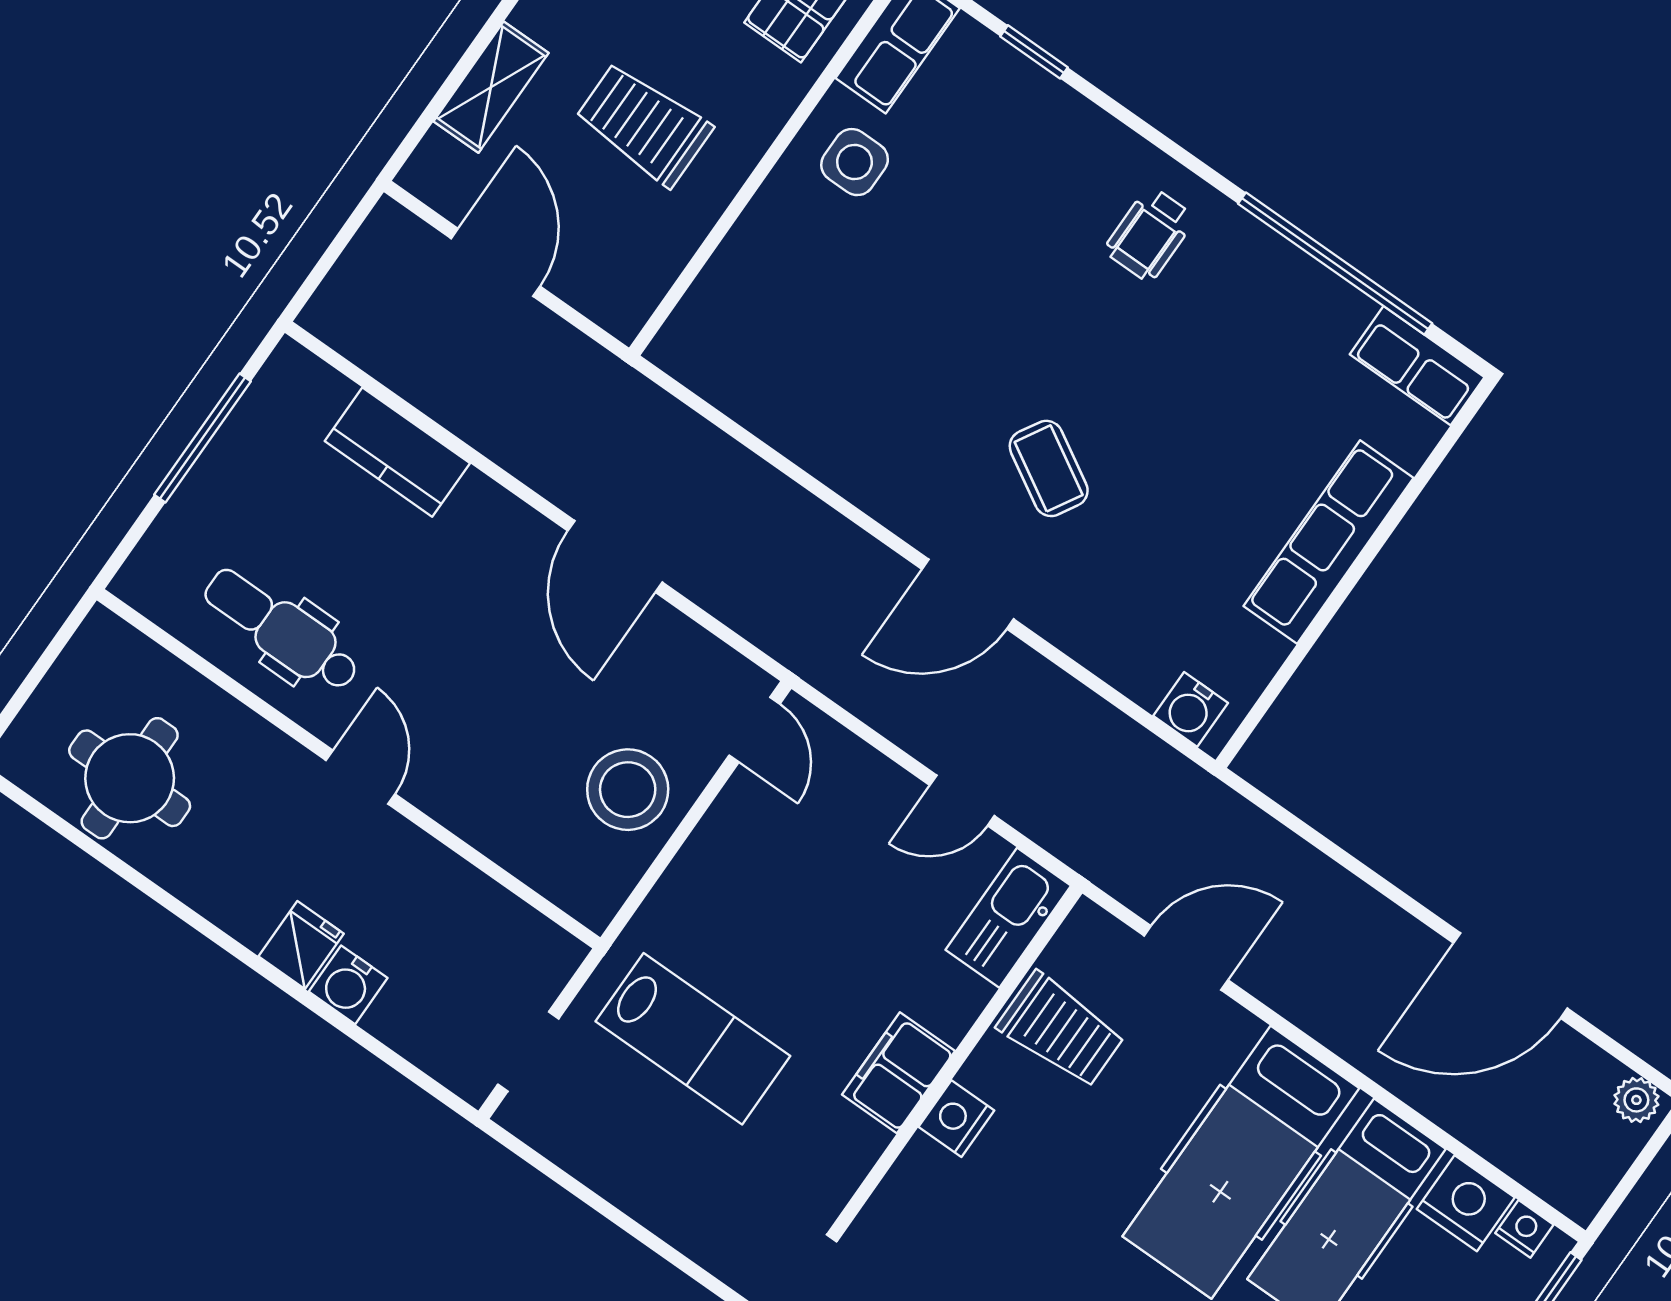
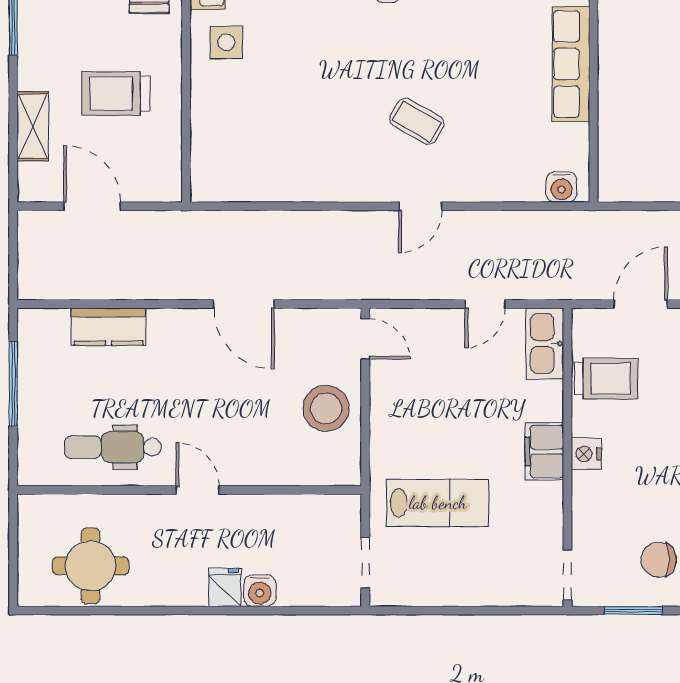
door: (968, 594) -> (420, 206), width x0.73

